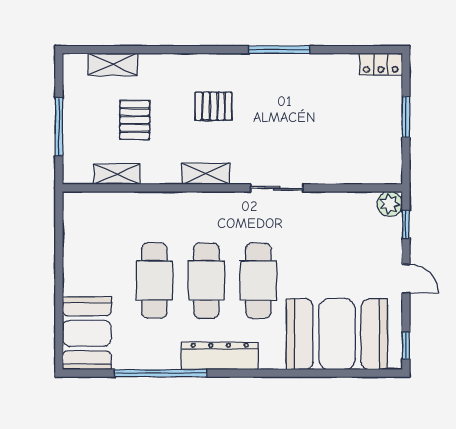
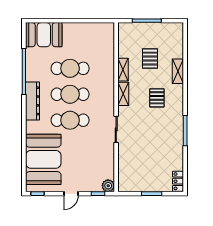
shelving: (113, 64) -> (178, 71), moved
pallet: (135, 120) -> (150, 59), turned 90
shelving: (117, 174) -> (123, 70), moved

